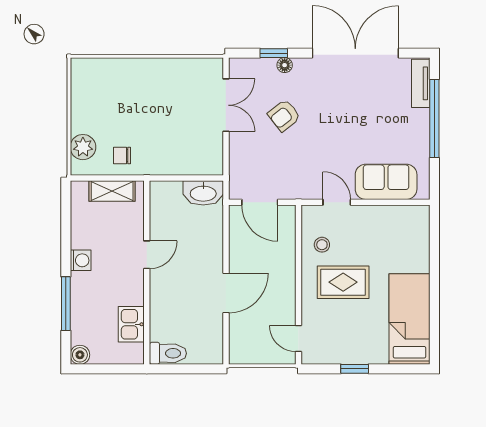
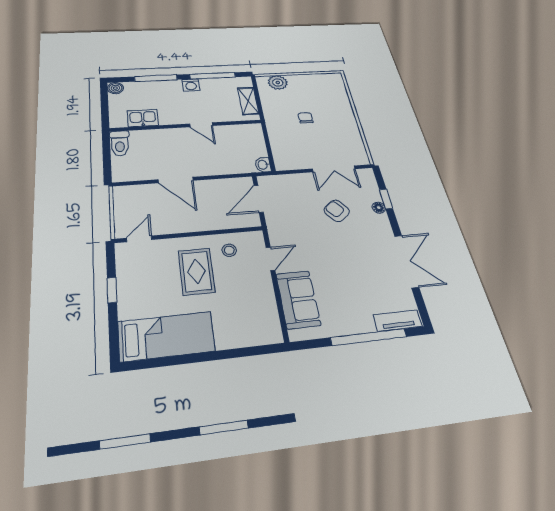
double door: (355, 53) -> (407, 261), width x0.73
chair: (122, 156) -> (306, 118), moved
washbasin: (203, 193) -> (263, 165), width x0.52, depth x0.69
window: (66, 231) -> (213, 76), added

